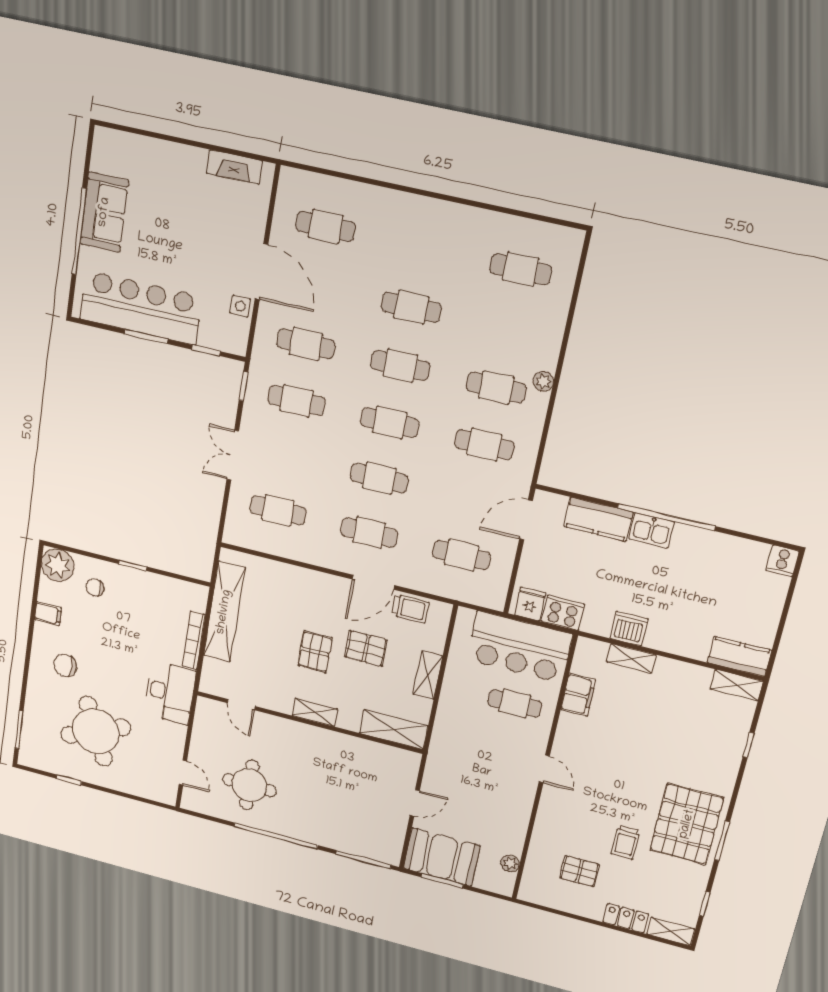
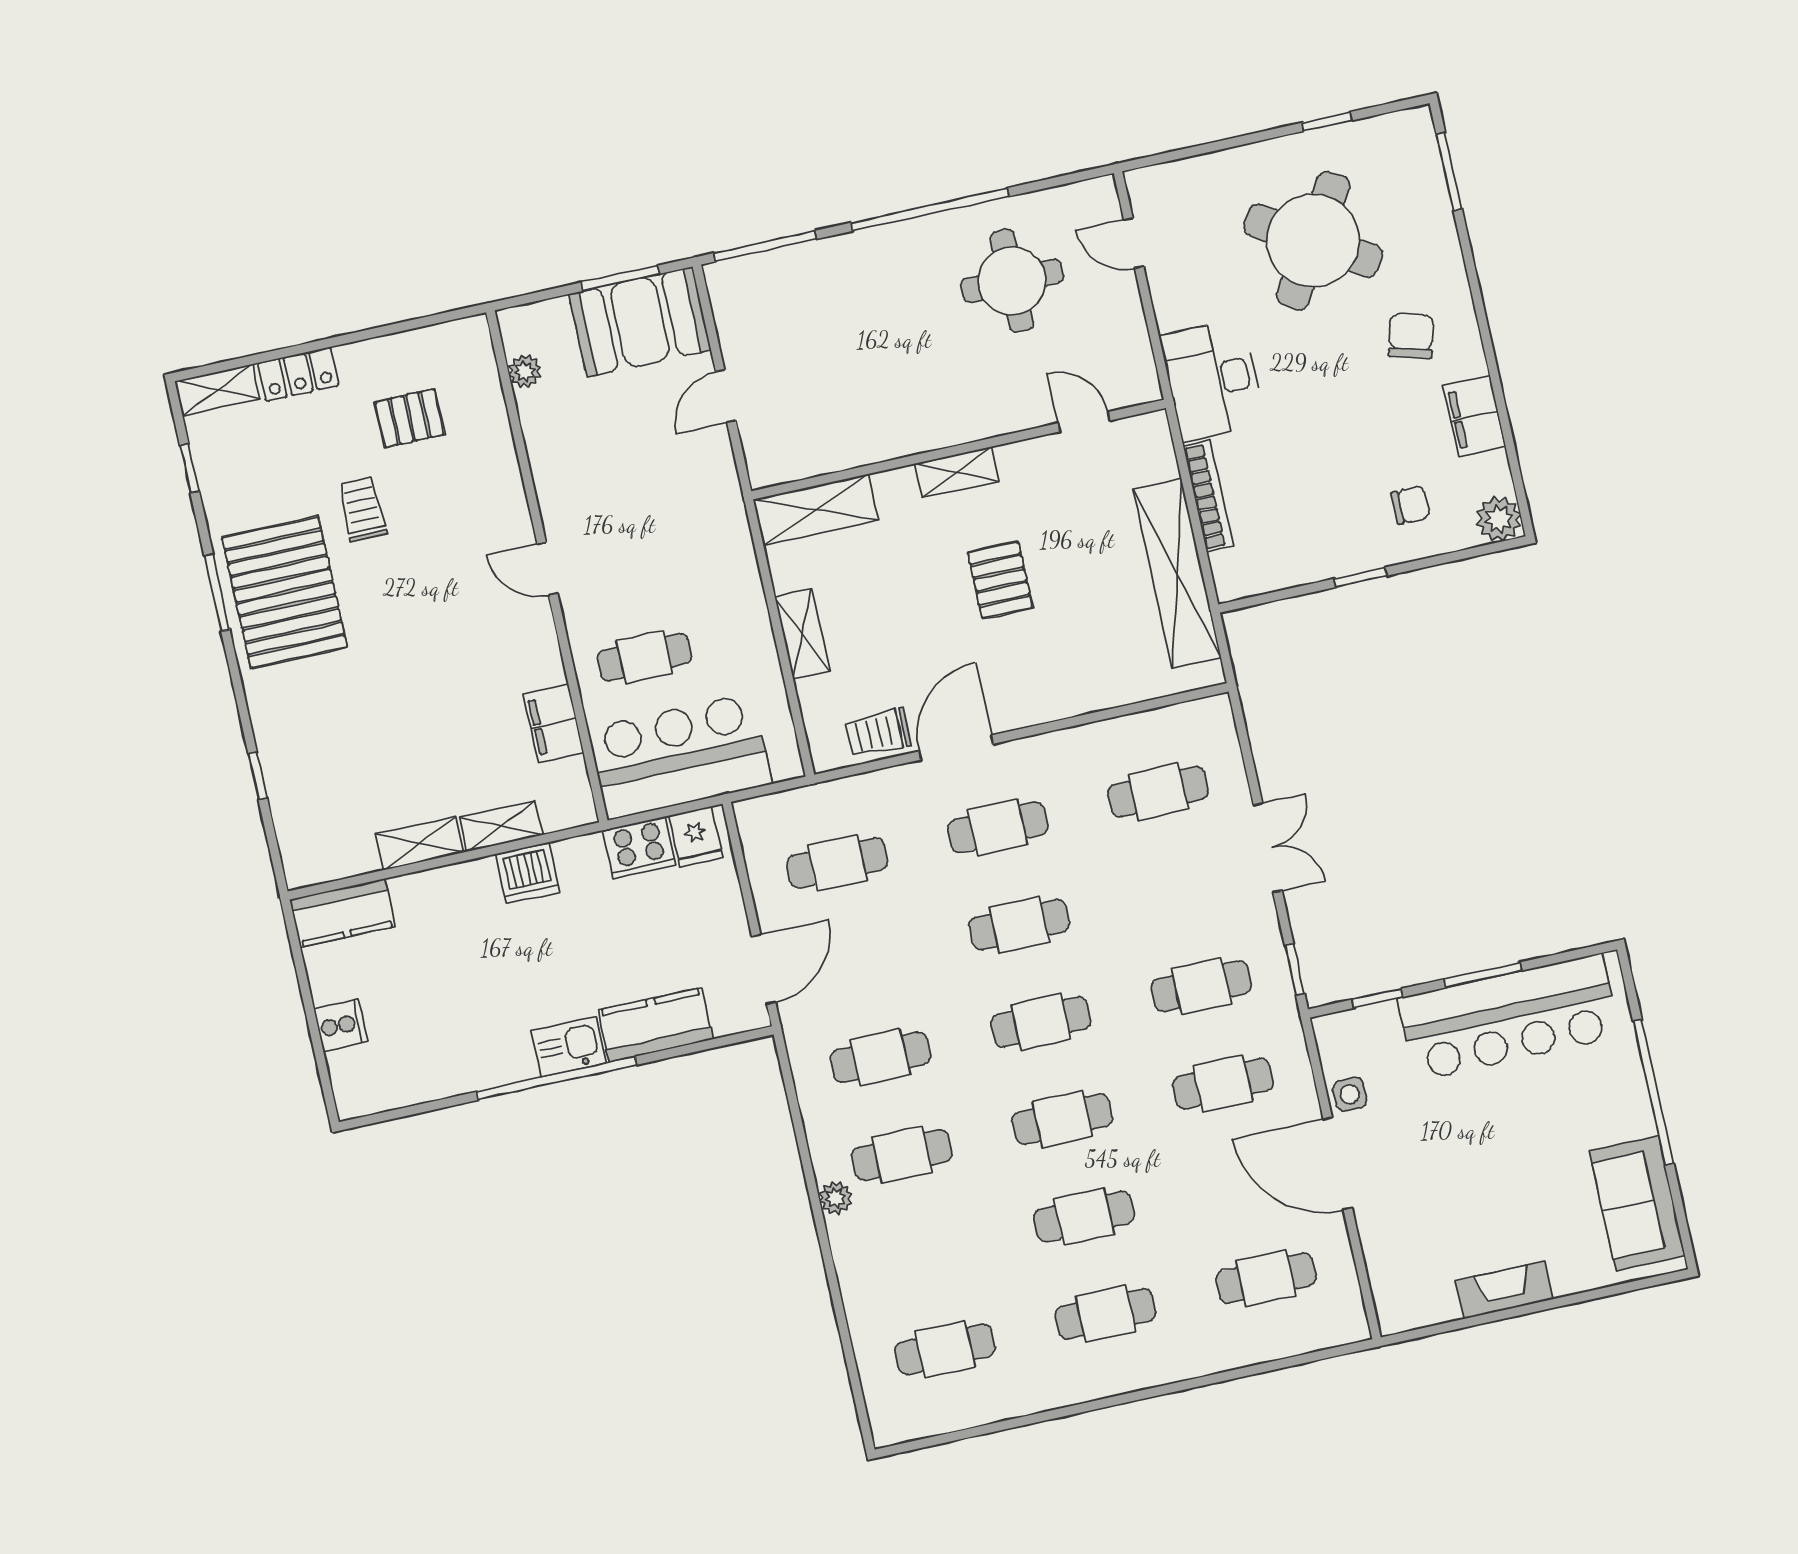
fireplace: (234, 167) -> (1504, 1290), moved
sofa: (104, 212) -> (1637, 1203), moved
cafe table: (422, 248) -> (1106, 1314), added
cooker: (783, 561) -> (341, 1025), moved, turned 90
plant: (58, 565) -> (1499, 519), width x0.73, depth x0.73
filing cabinet: (48, 614) -> (1474, 416), width x2.00
pallet: (366, 648) -> (920, 629), removed
chair: (65, 665) -> (1411, 336), turned -75
shelving: (737, 685) -> (420, 843), moved
round table: (96, 731) -> (1313, 241), turned -34

